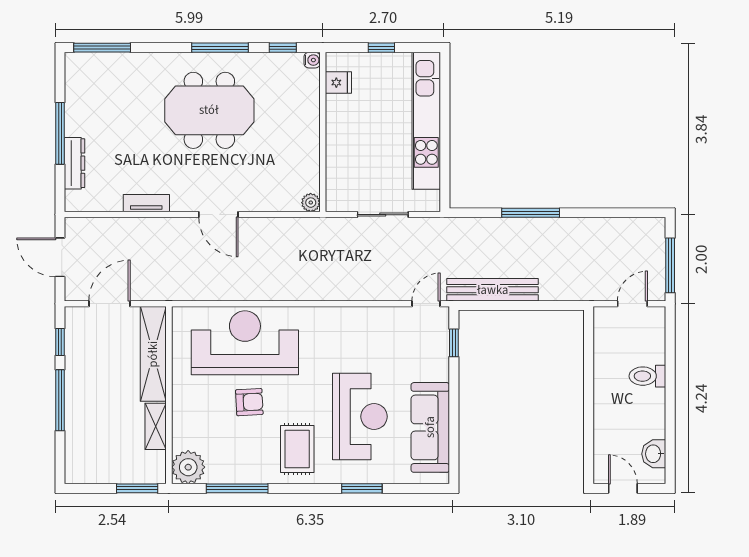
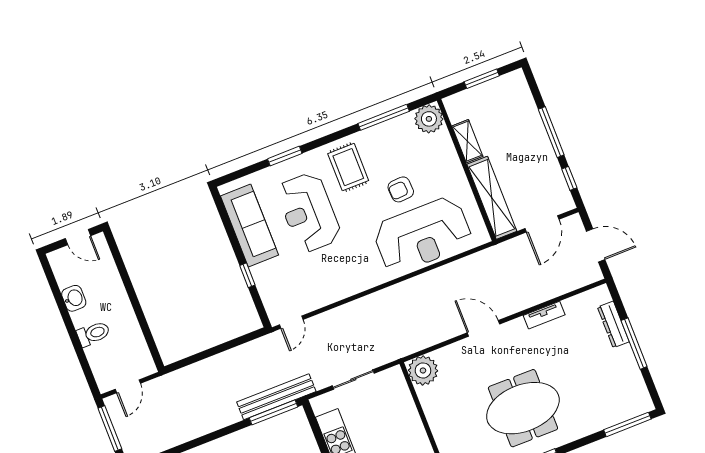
plant: (311, 203) -> (423, 370), width x1.87, depth x1.87
window: (531, 213) -> (274, 412), moved
bench: (493, 290) -> (276, 397), moved
window: (454, 343) -> (247, 275), moved
washbasin: (654, 454) -> (74, 298), moved
window: (137, 488) -> (482, 79), moved

